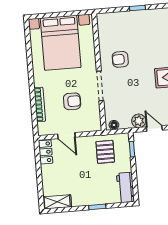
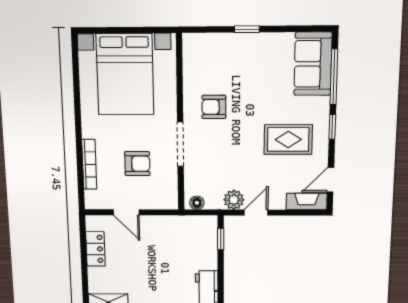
door: (154, 128) -> (256, 213), hinge flipped
locker: (45, 152) -> (95, 249), moved
pallet: (105, 152) -> (181, 240), removed

